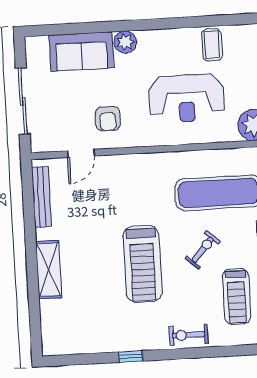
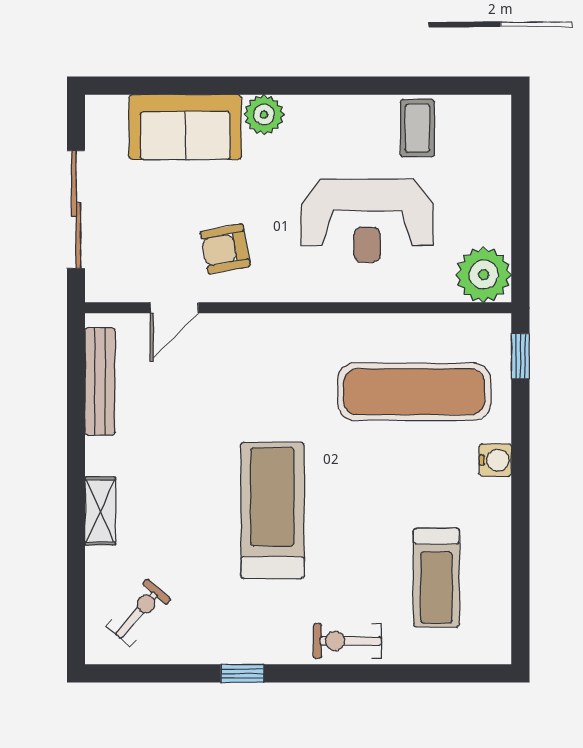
armchair: (108, 119) -> (225, 249), turned 79
exercise bike: (203, 250) -> (139, 612), moved
treadmill: (143, 264) -> (273, 510), turned 180
shelving: (49, 270) -> (100, 511), width x0.67, depth x0.75

